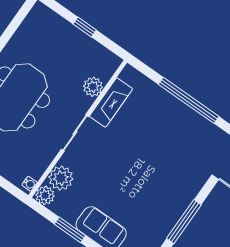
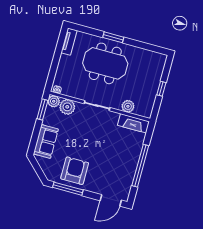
fireplace: (111, 103) -> (133, 123), moved
armchair: (161, 202) -> (75, 171), added
window: (70, 230) -> (42, 110), moved

